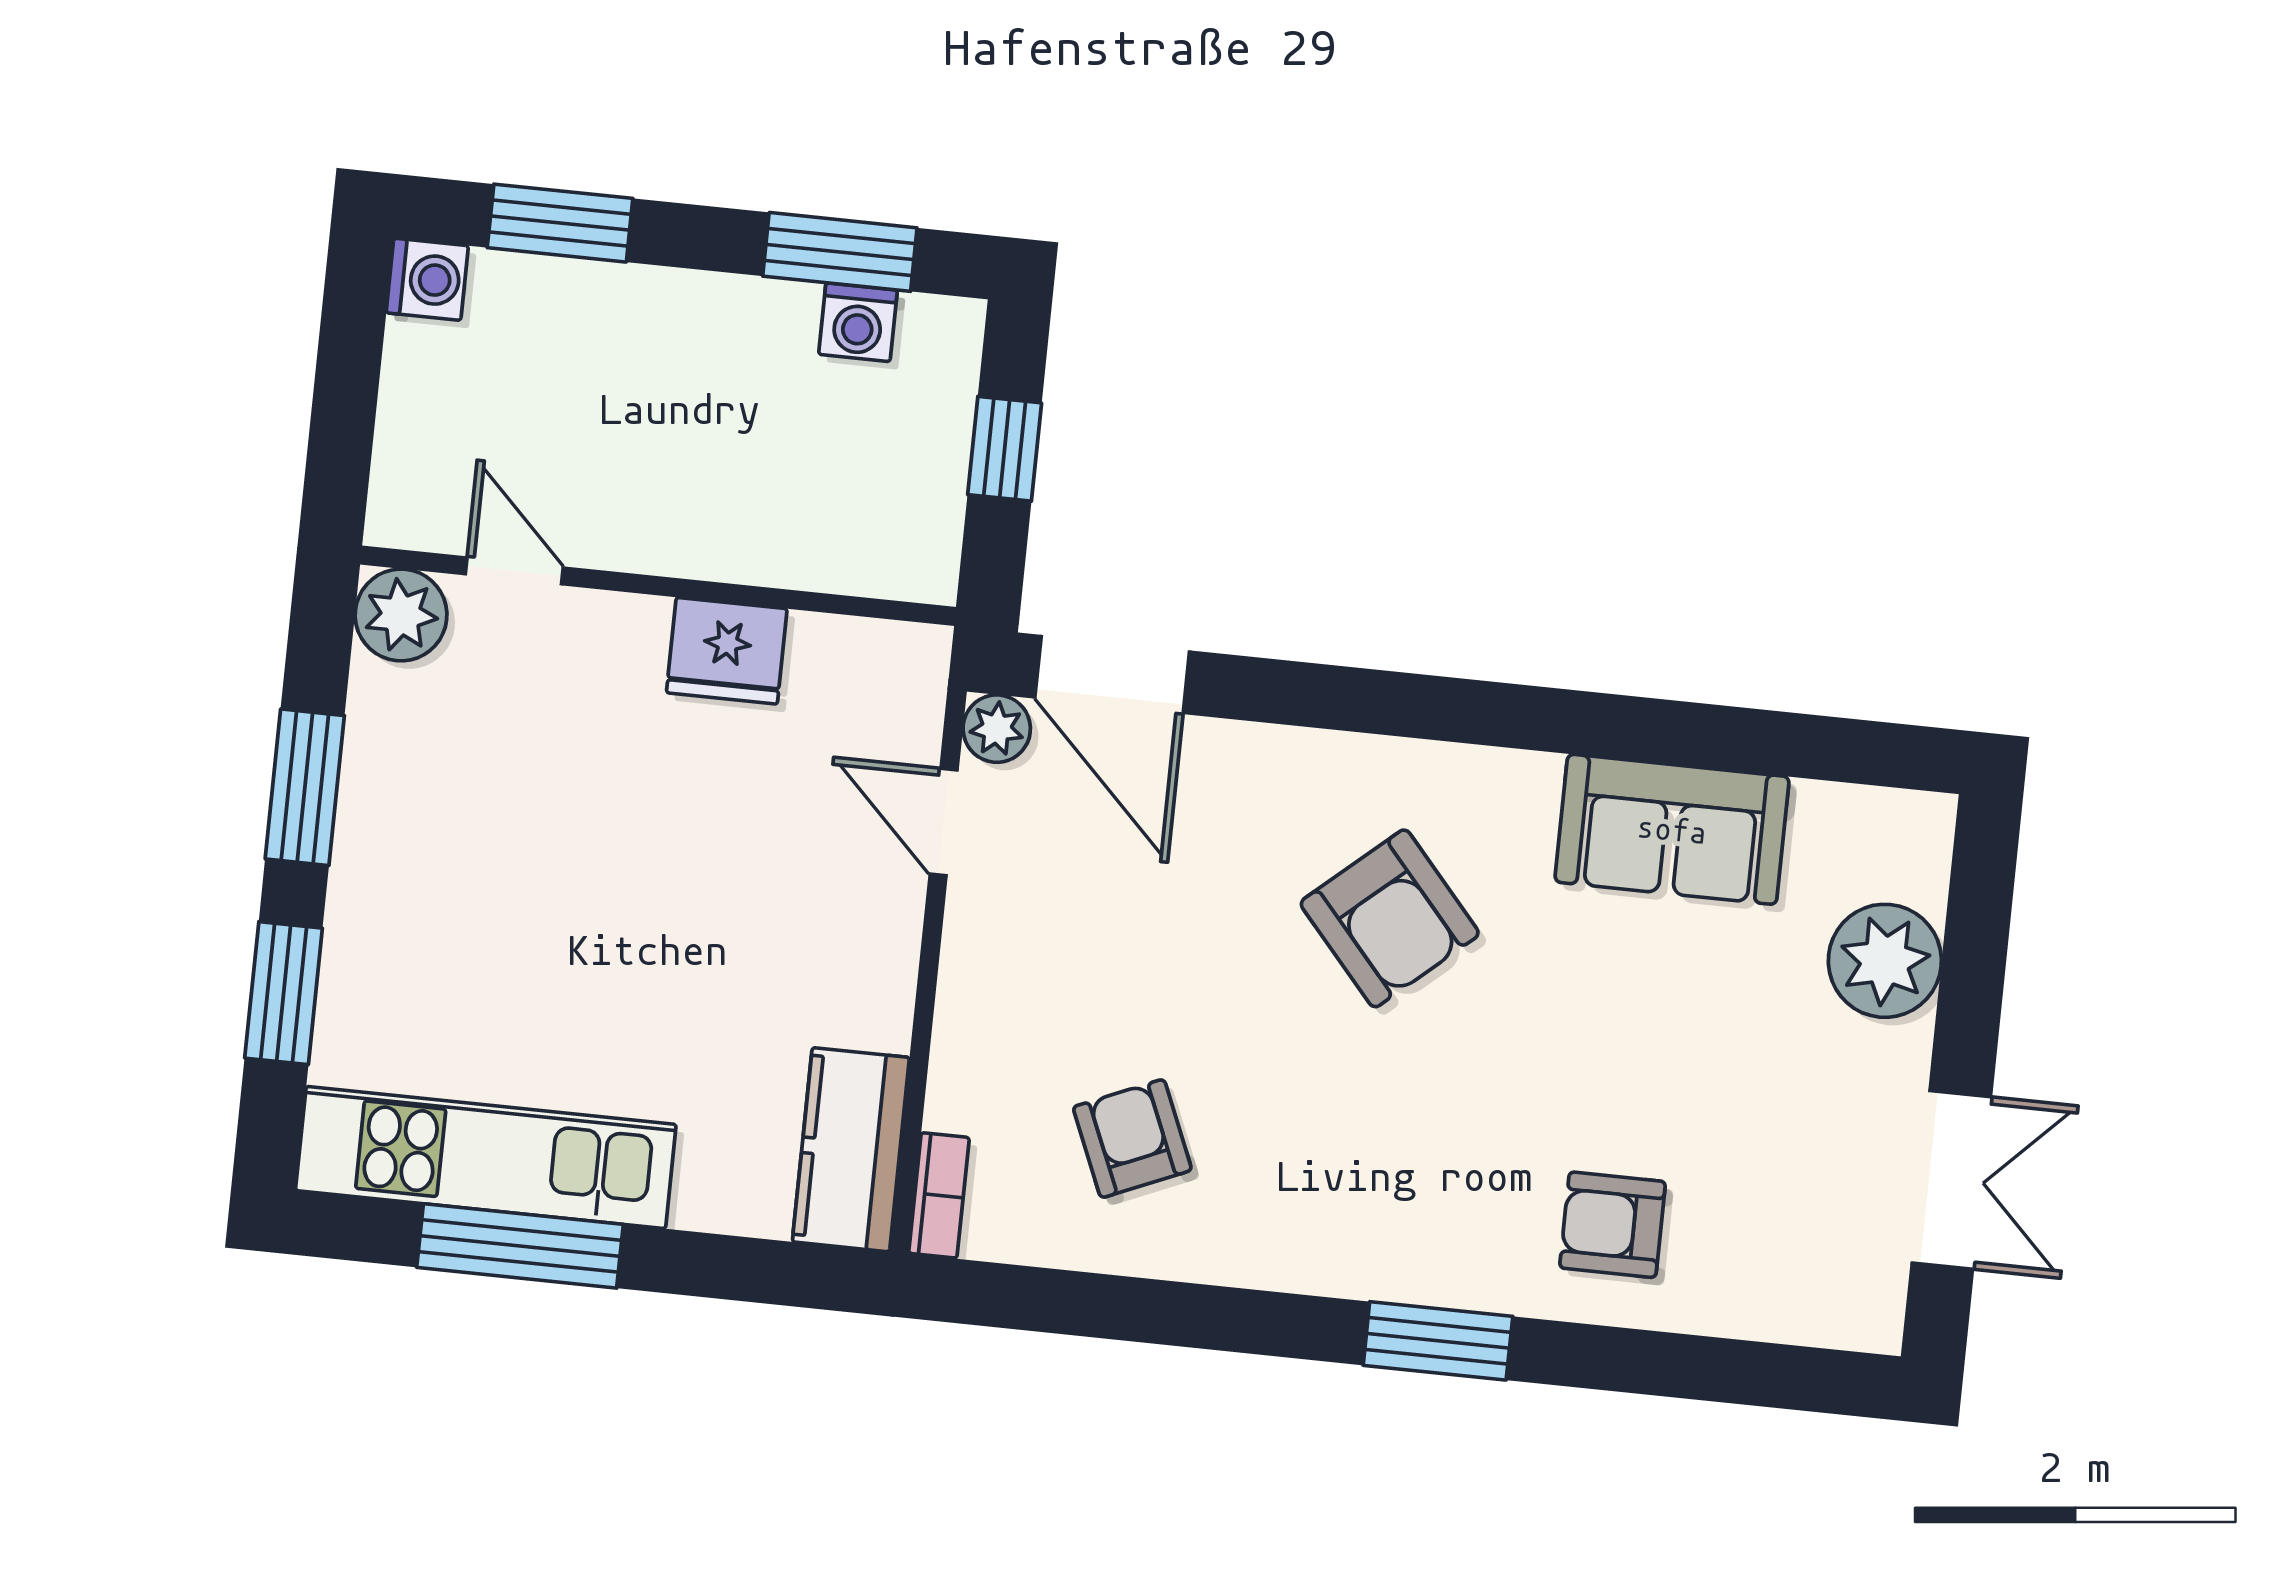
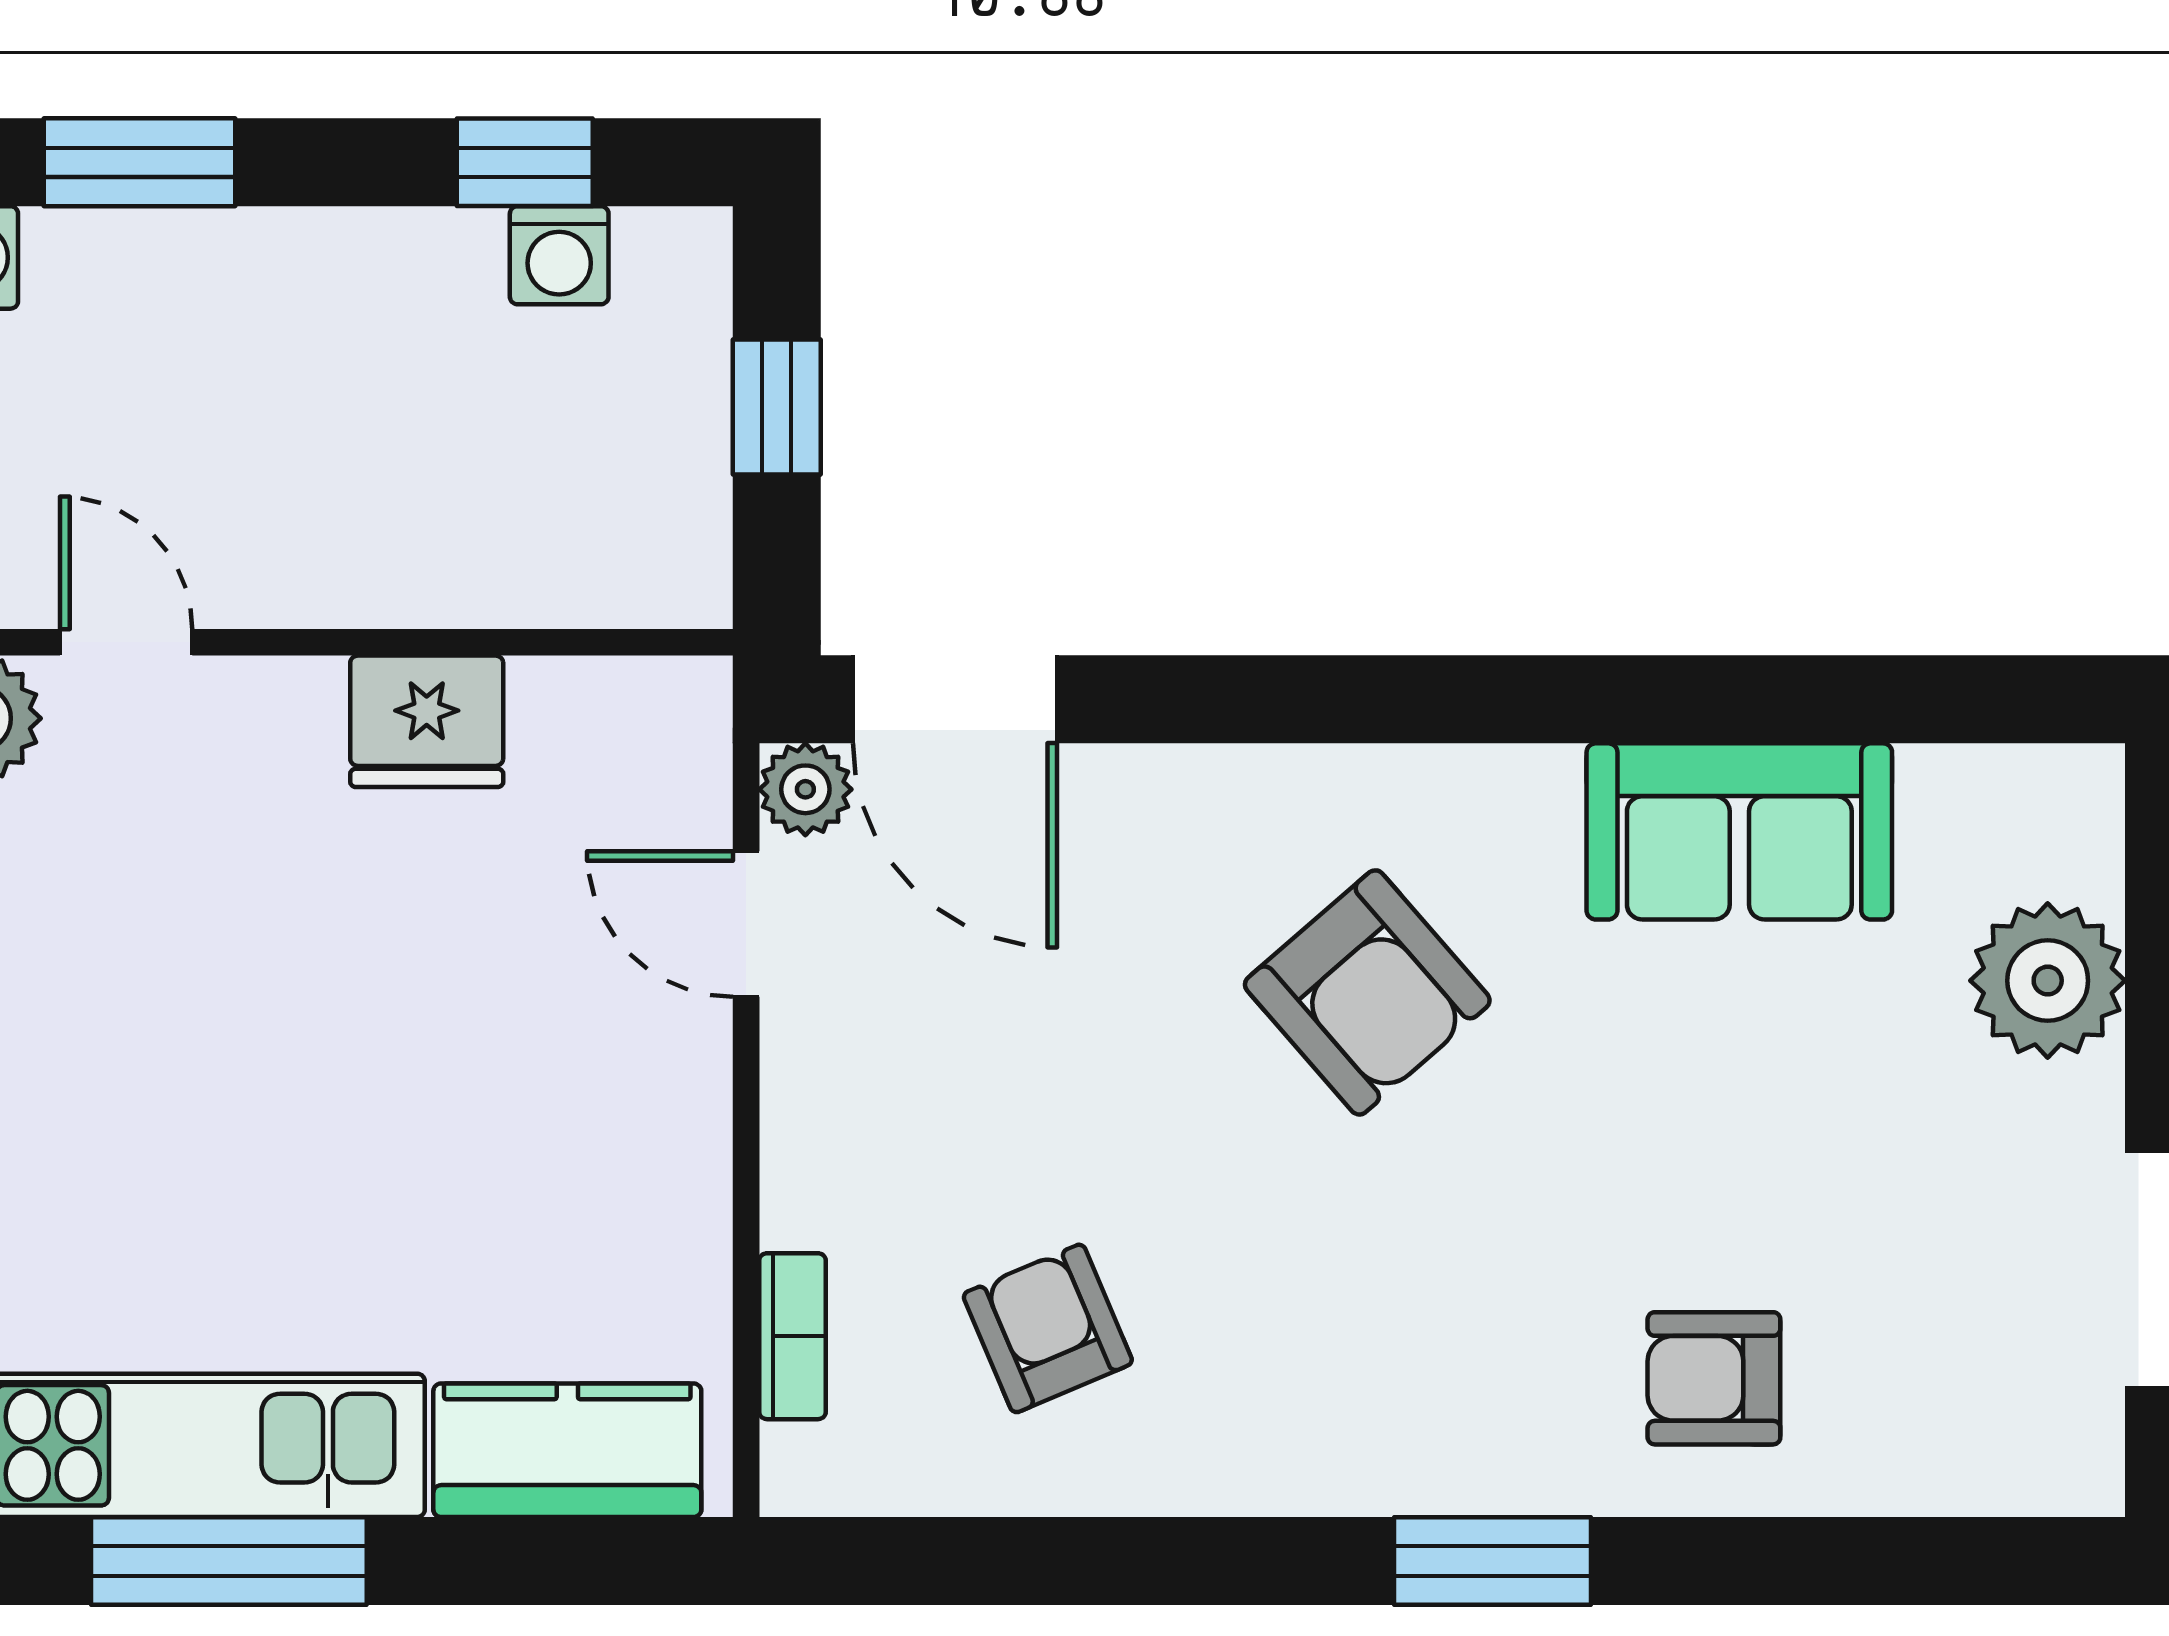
window: (840, 252) -> (525, 162), width x0.67
kitchen counter: (851, 1150) -> (567, 1450), moved, turned 90
bookcase: (939, 1195) -> (792, 1336), moved

